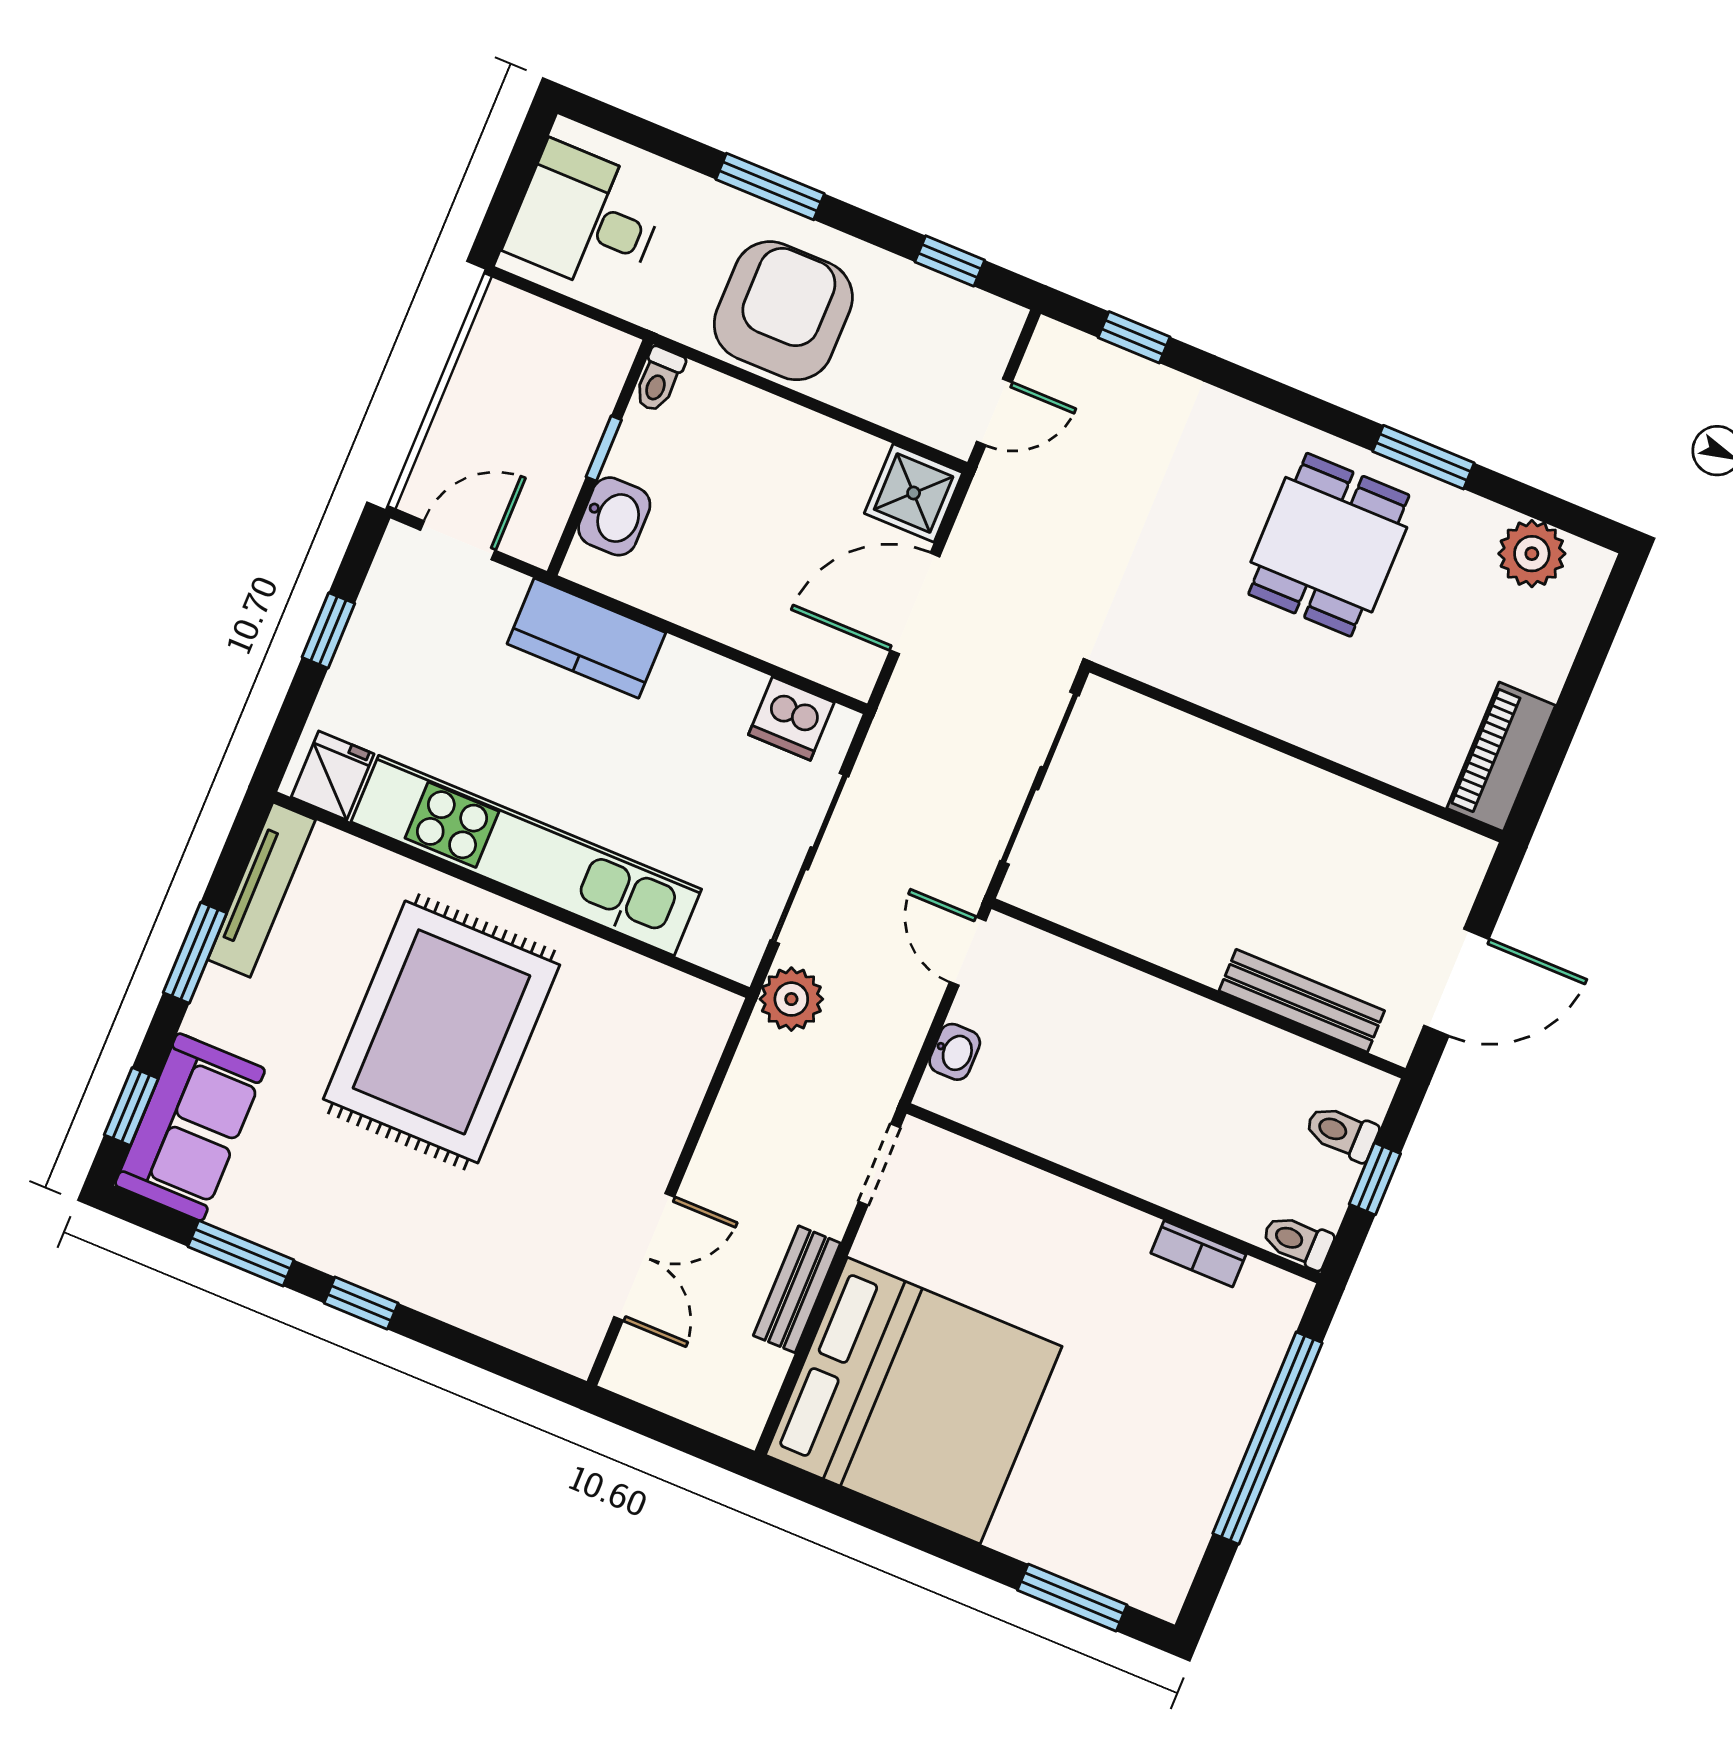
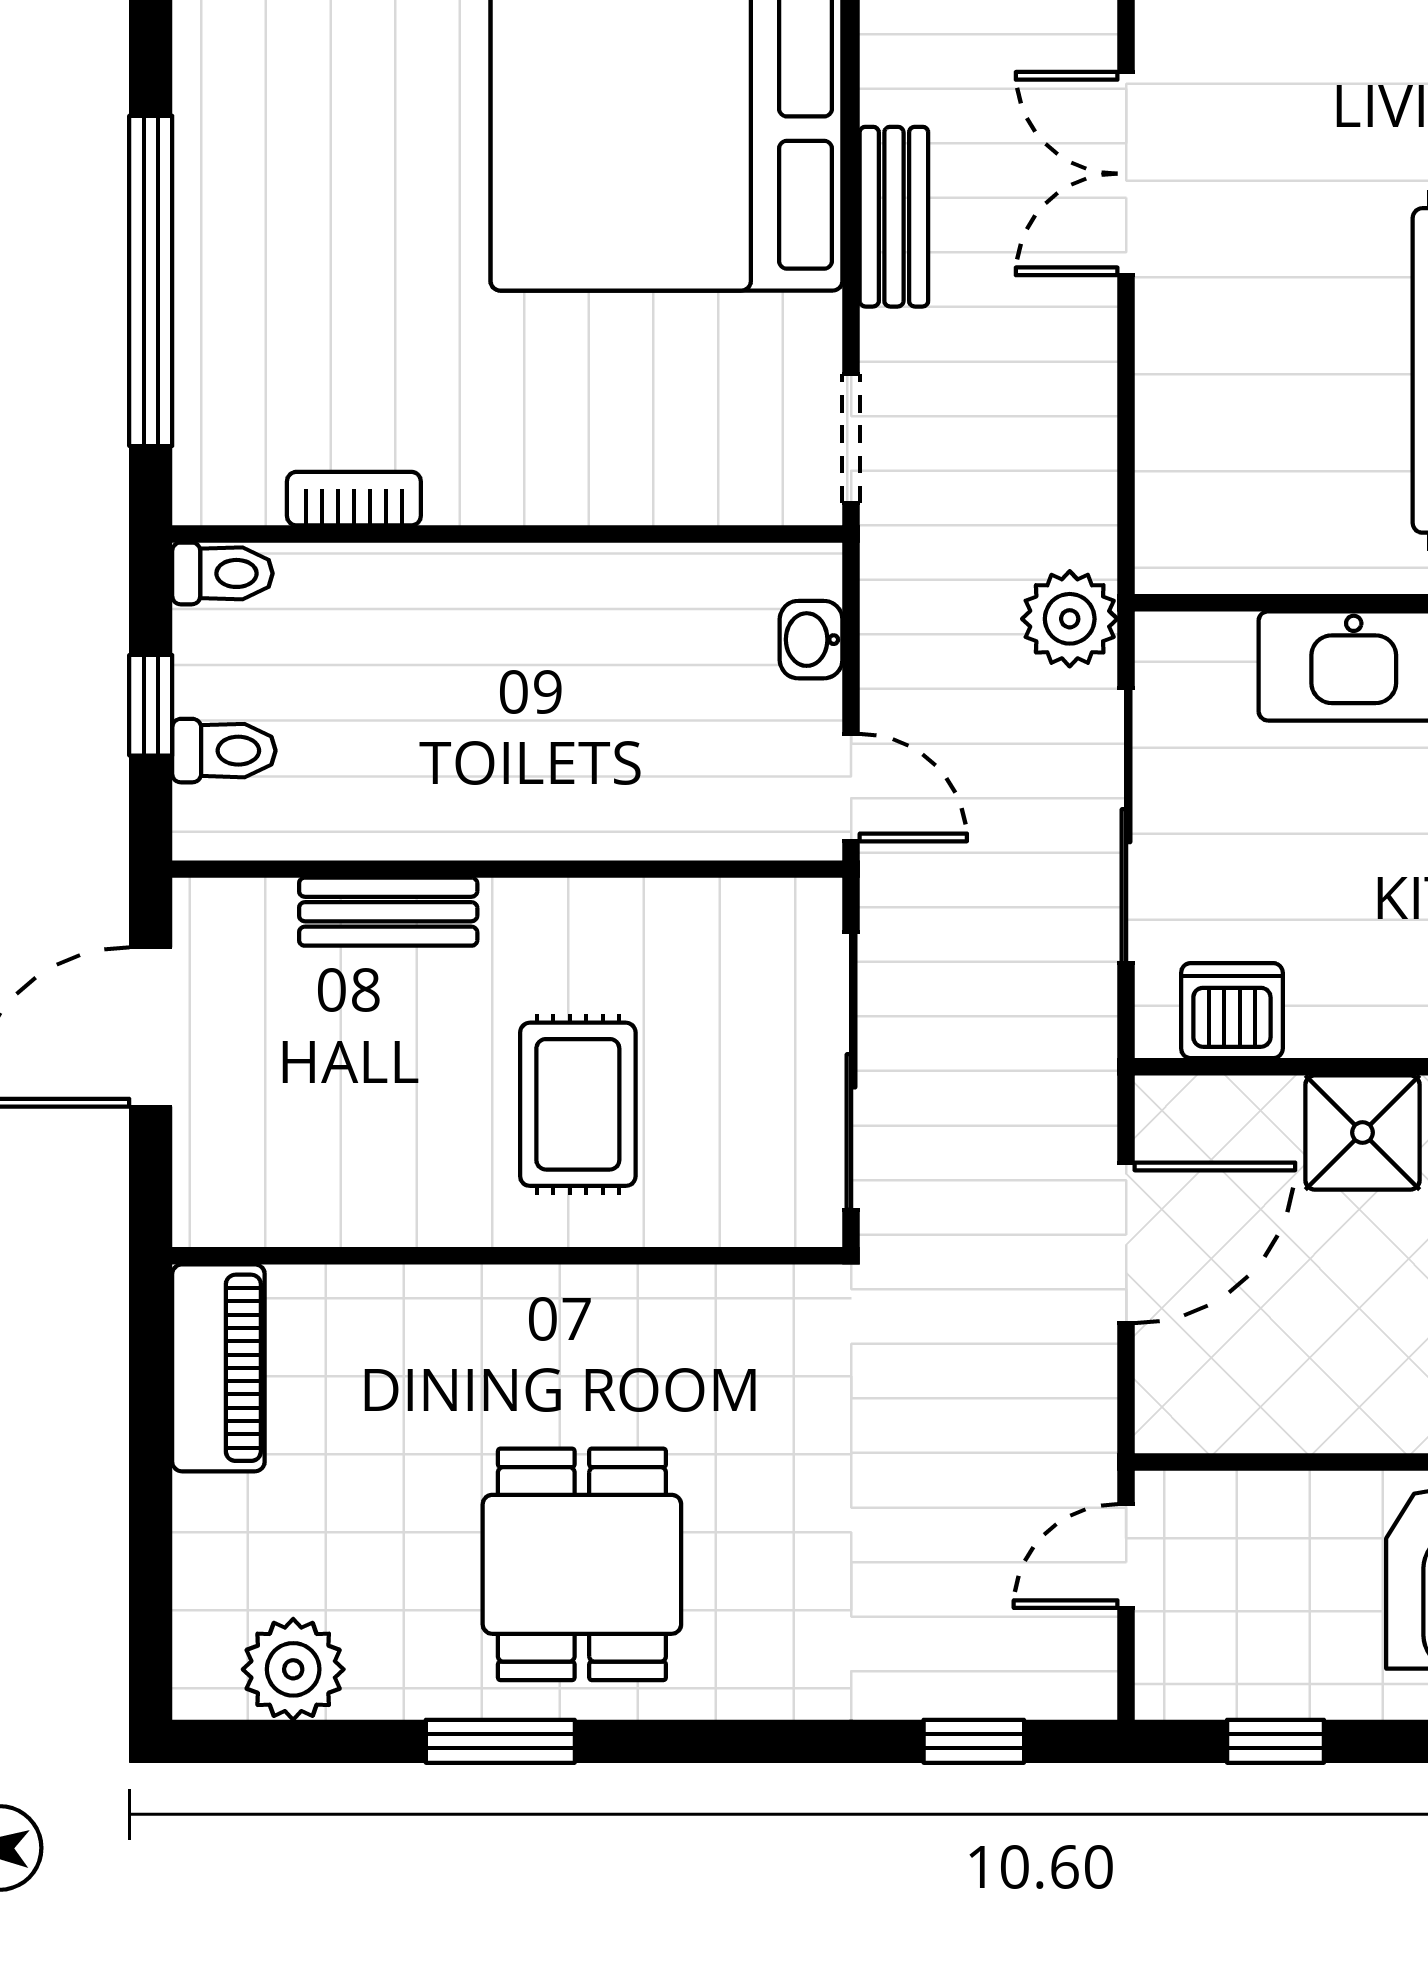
shower: (914, 493) -> (1362, 1133), moved
rug: (1215, 827) -> (578, 1104), added
bench: (1302, 1001) -> (388, 912), width x0.73

